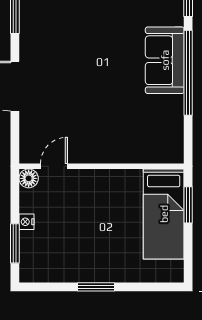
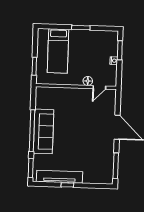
sofa: (165, 60) -> (44, 131), width x1.36
floor lamp: (29, 178) -> (88, 81), moved
bed: (164, 214) -> (58, 51), moved, turned 180

